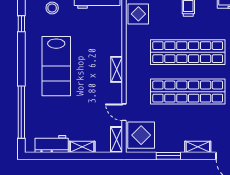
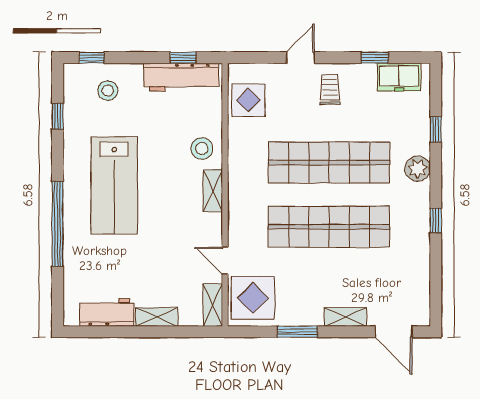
stool: (110, 44) -> (202, 148), added
window: (21, 112) -> (58, 224), moved

